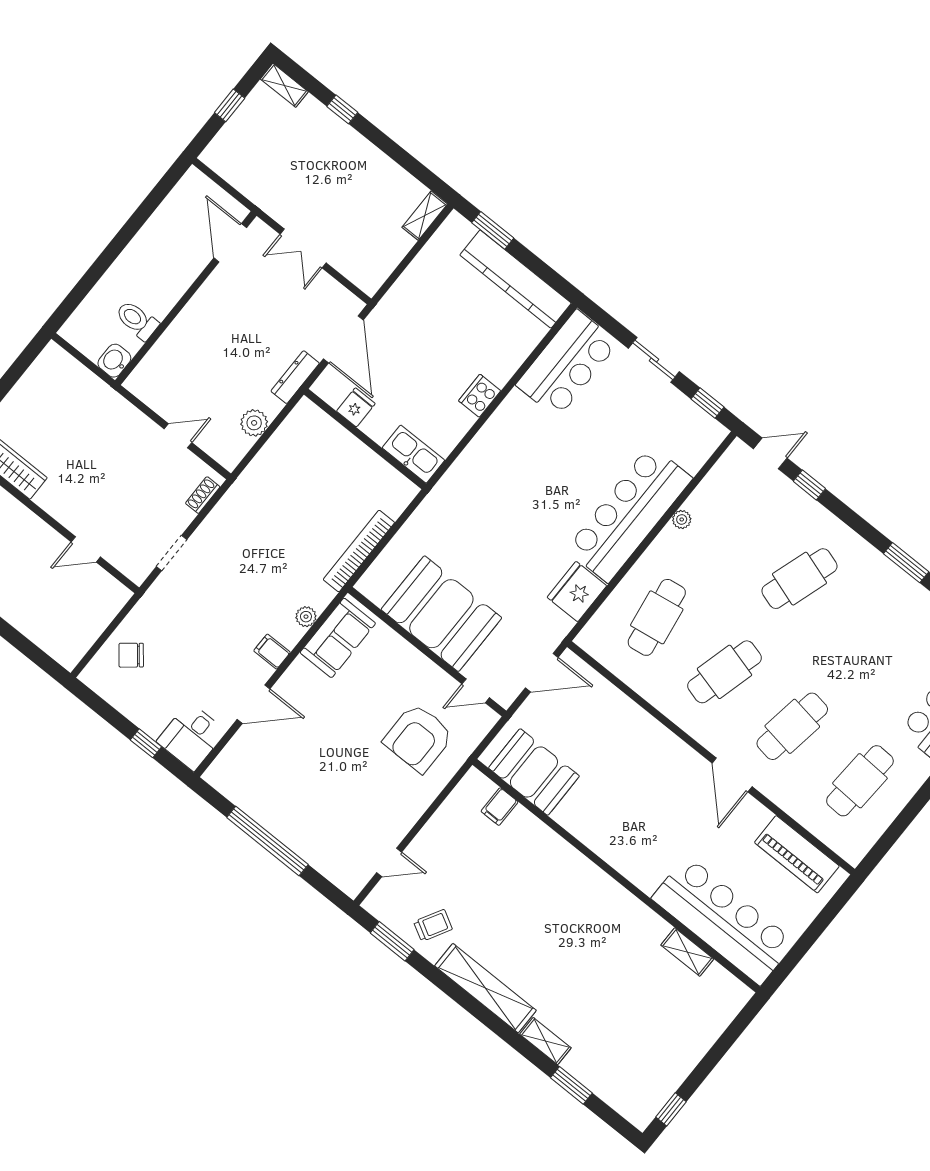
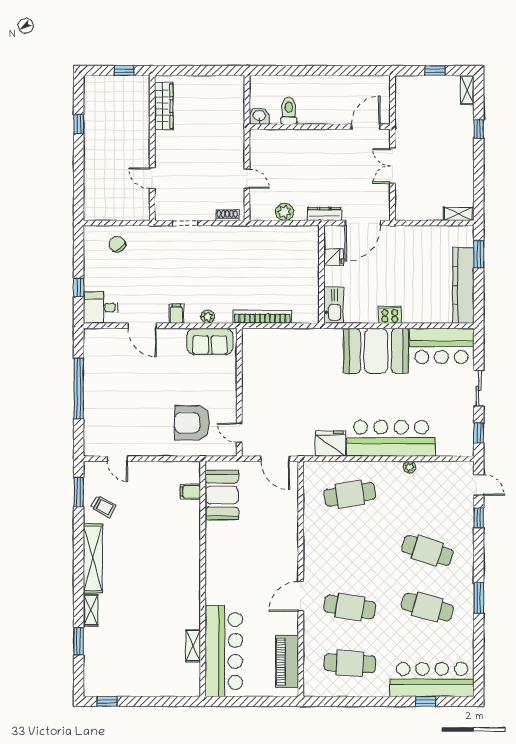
booth: (441, 614) -> (376, 351), moved, turned 90
cafe table: (724, 672) -> (427, 607), moved

